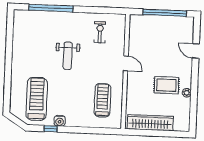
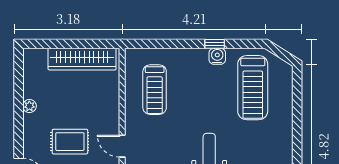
rug: (166, 85) -> (70, 142), moved
window: (51, 129) -> (215, 44), moved

